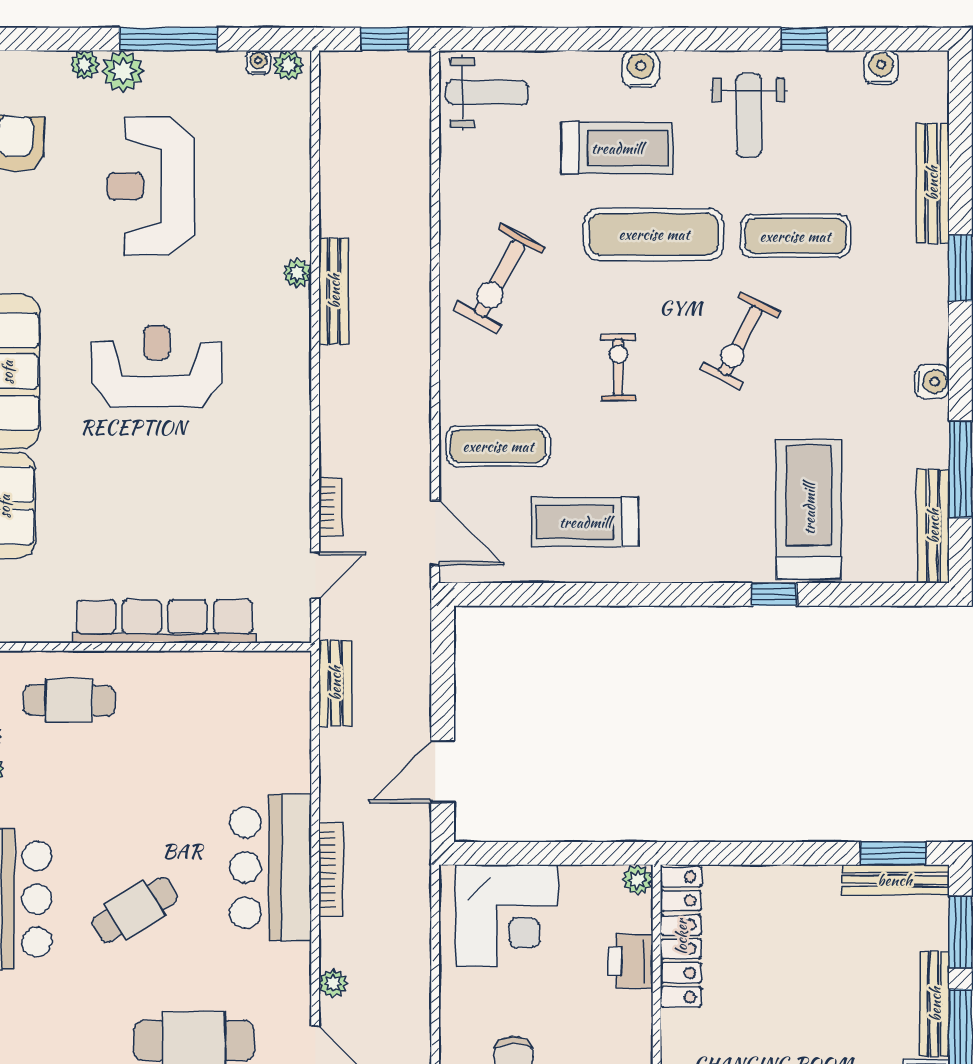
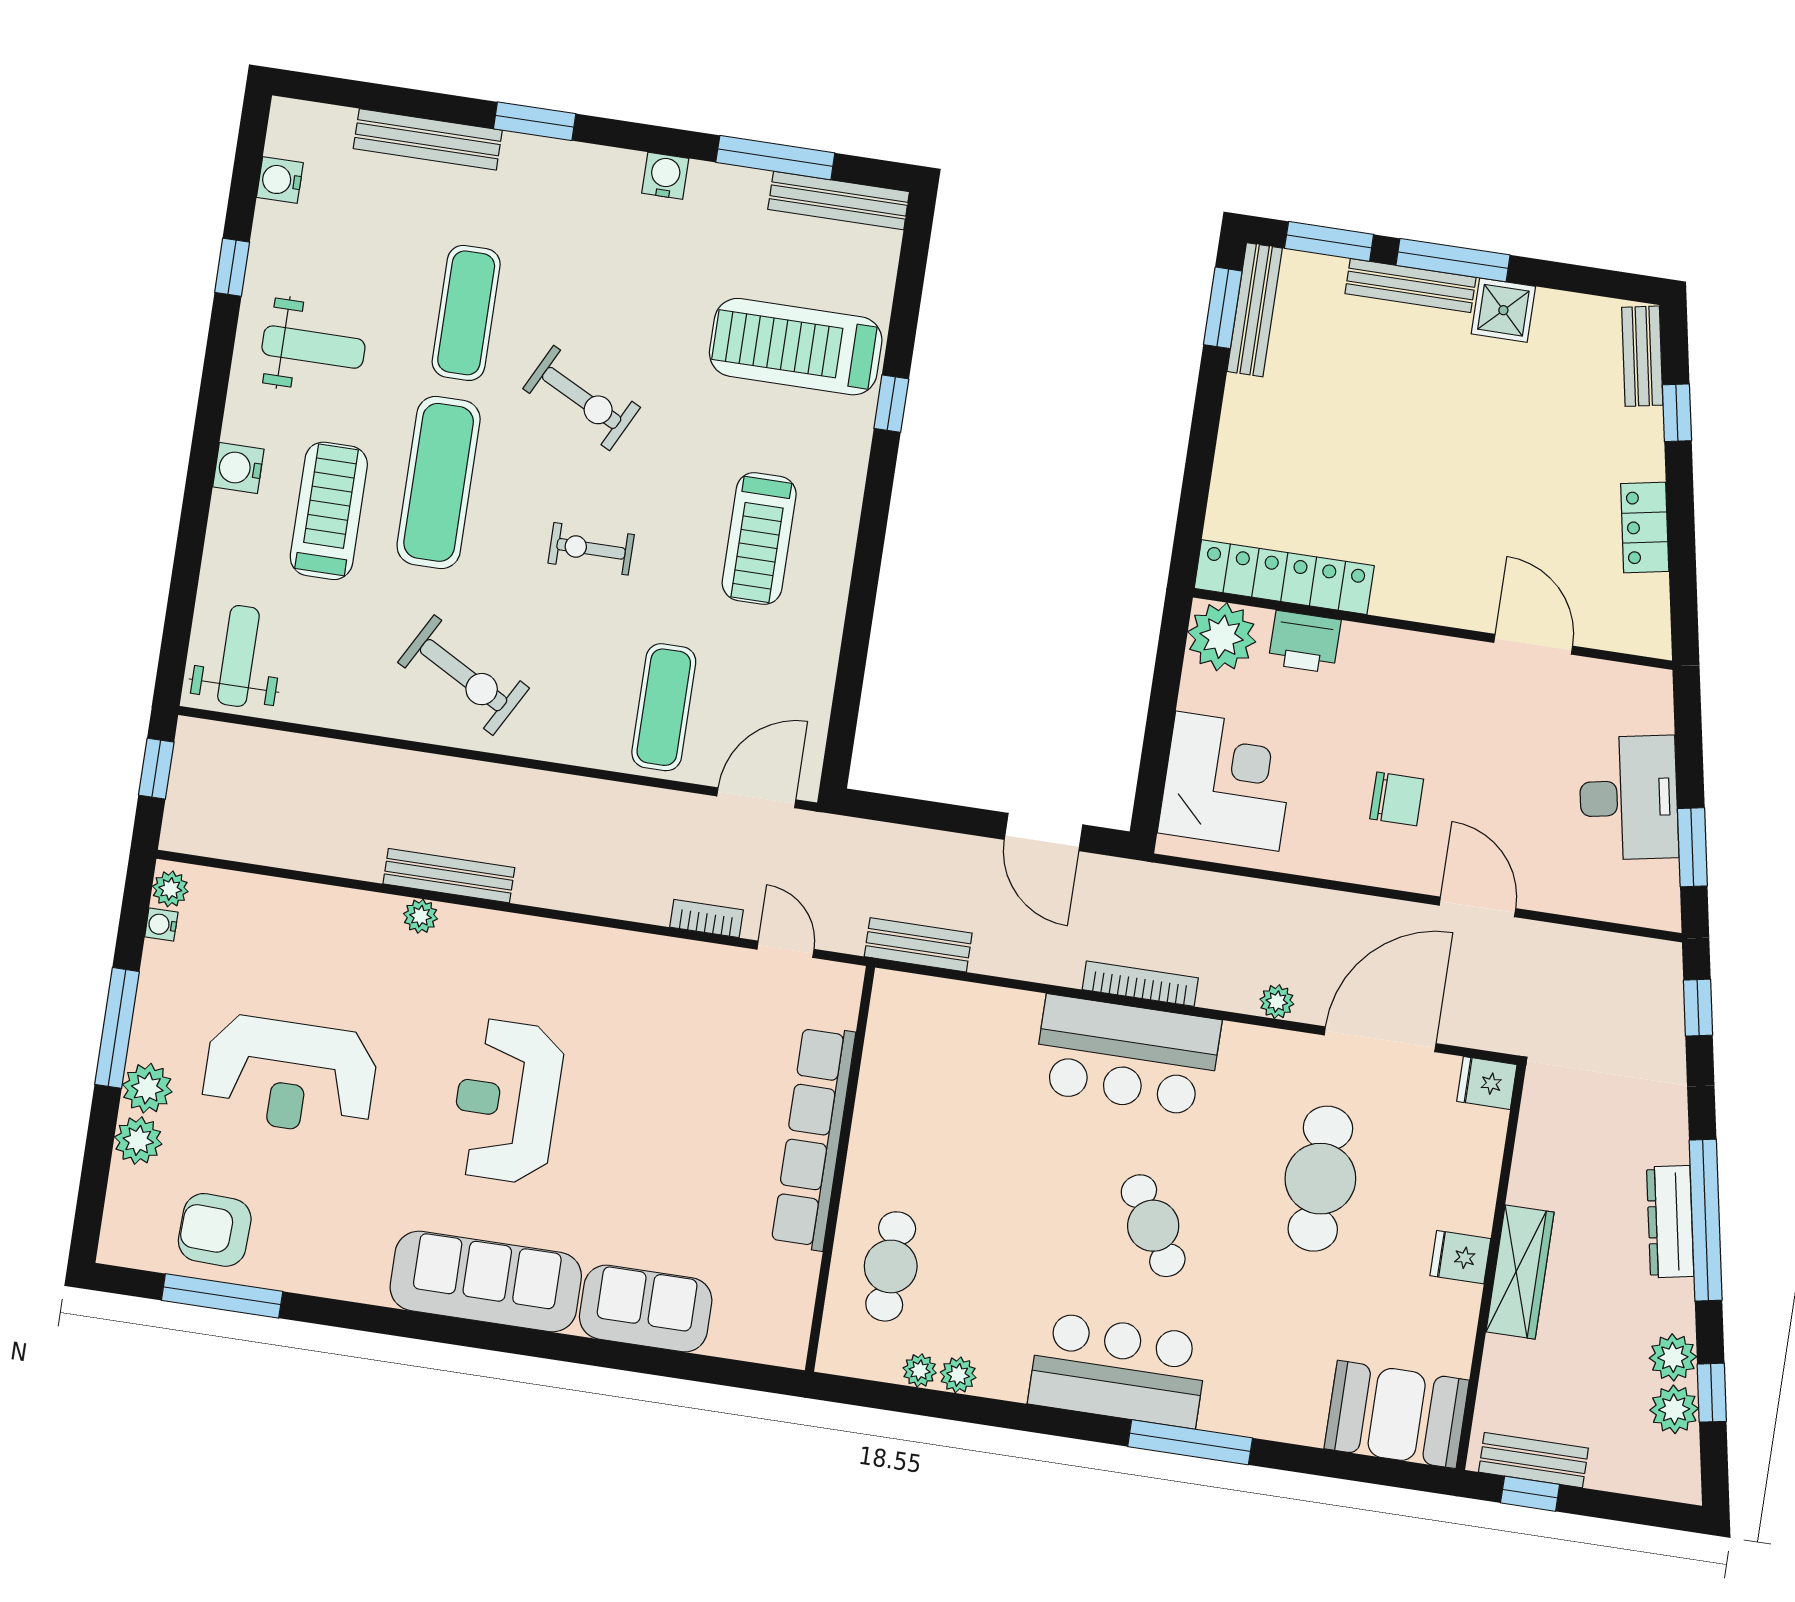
plant: (84, 65) -> (138, 1140), width x1.38, depth x1.38
treadmill: (585, 522) -> (759, 538), moved
plant: (638, 880) -> (1222, 637), width x1.87, depth x1.87

